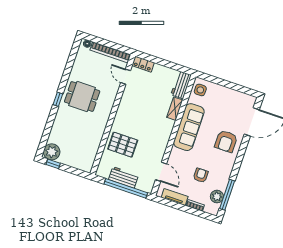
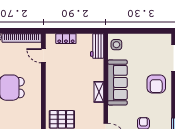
locker: (143, 64) -> (66, 39), moved
shelving: (175, 109) -> (99, 92), moved

